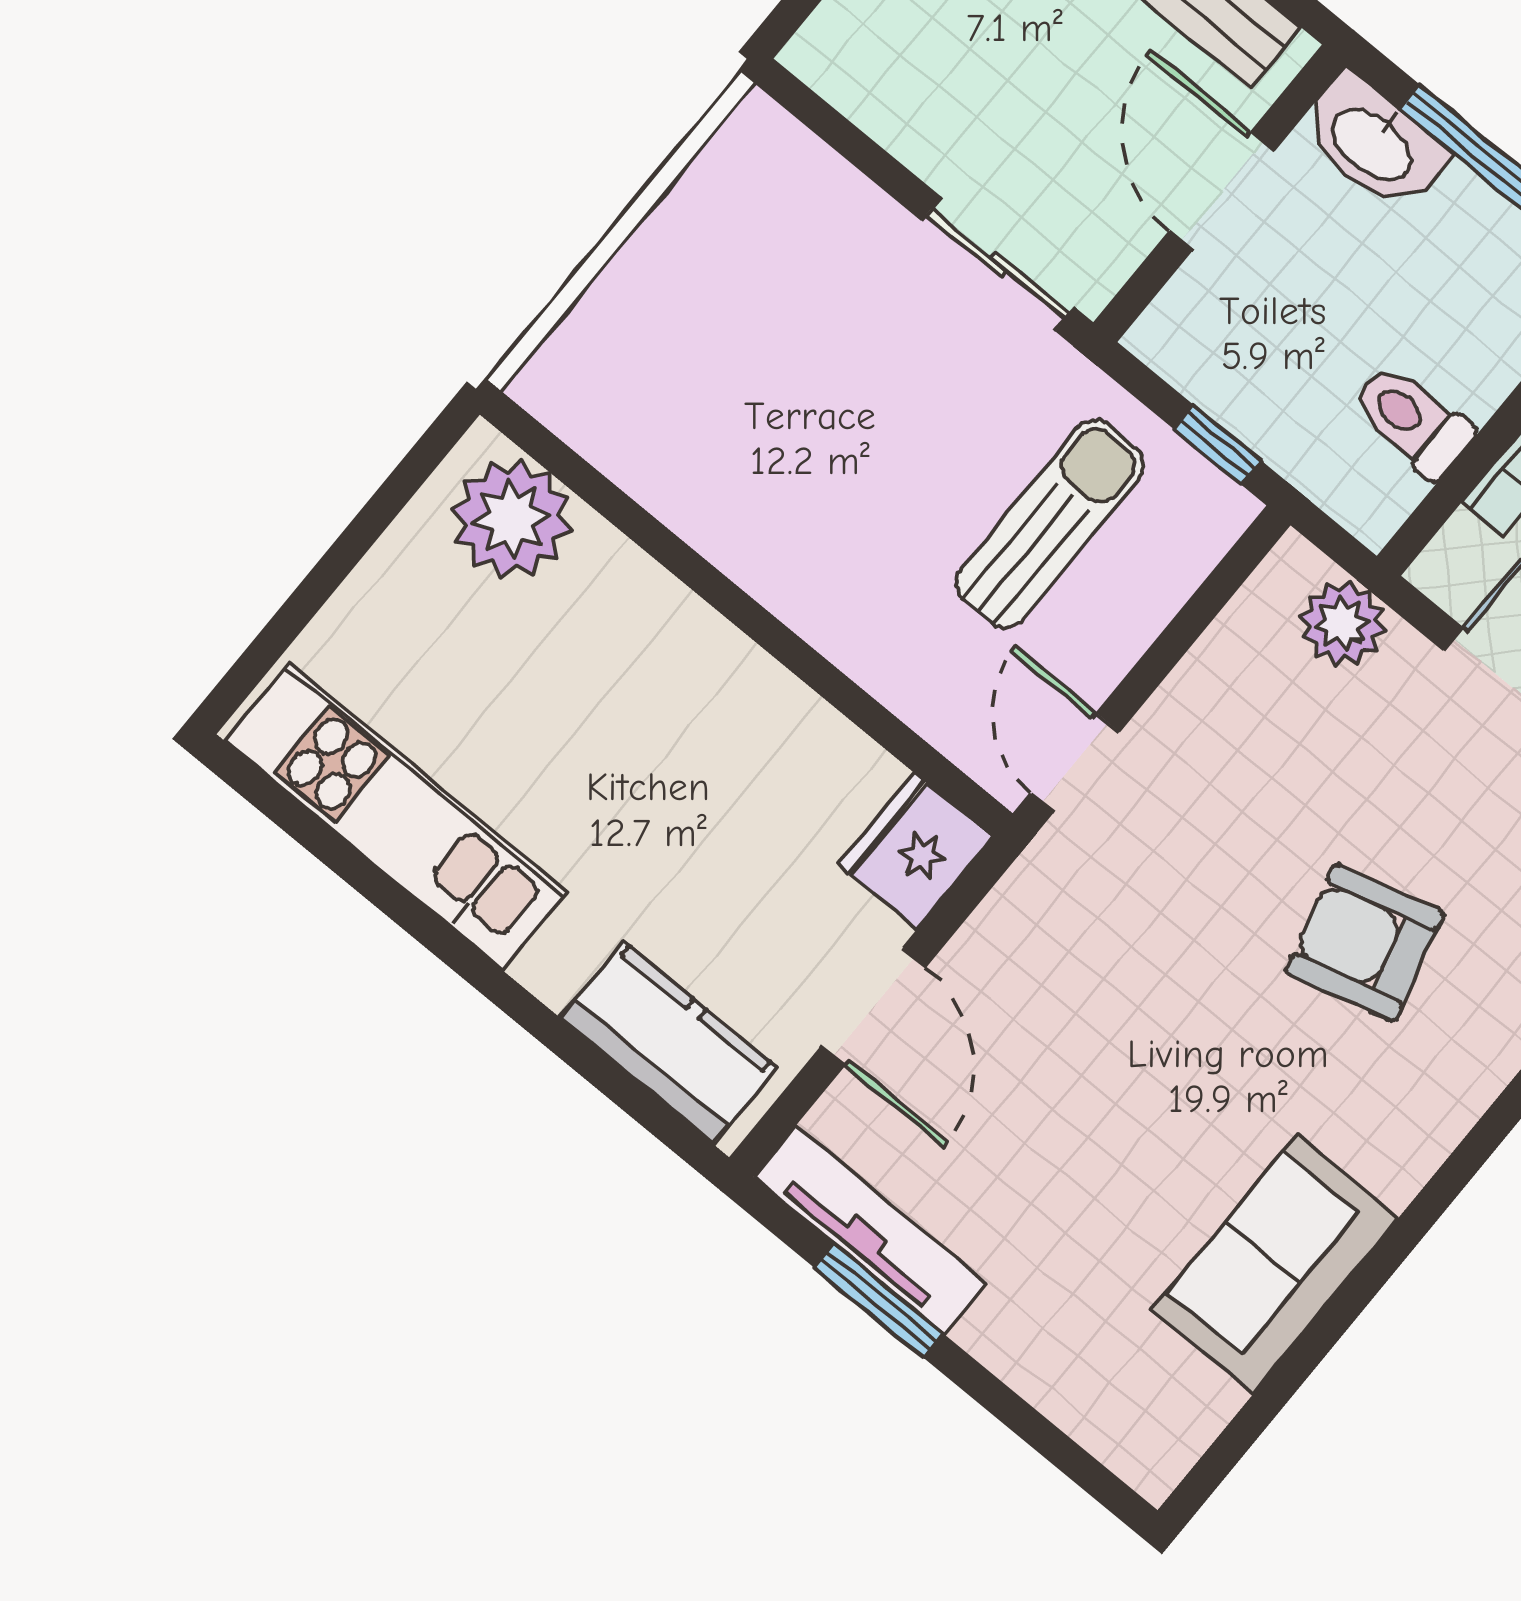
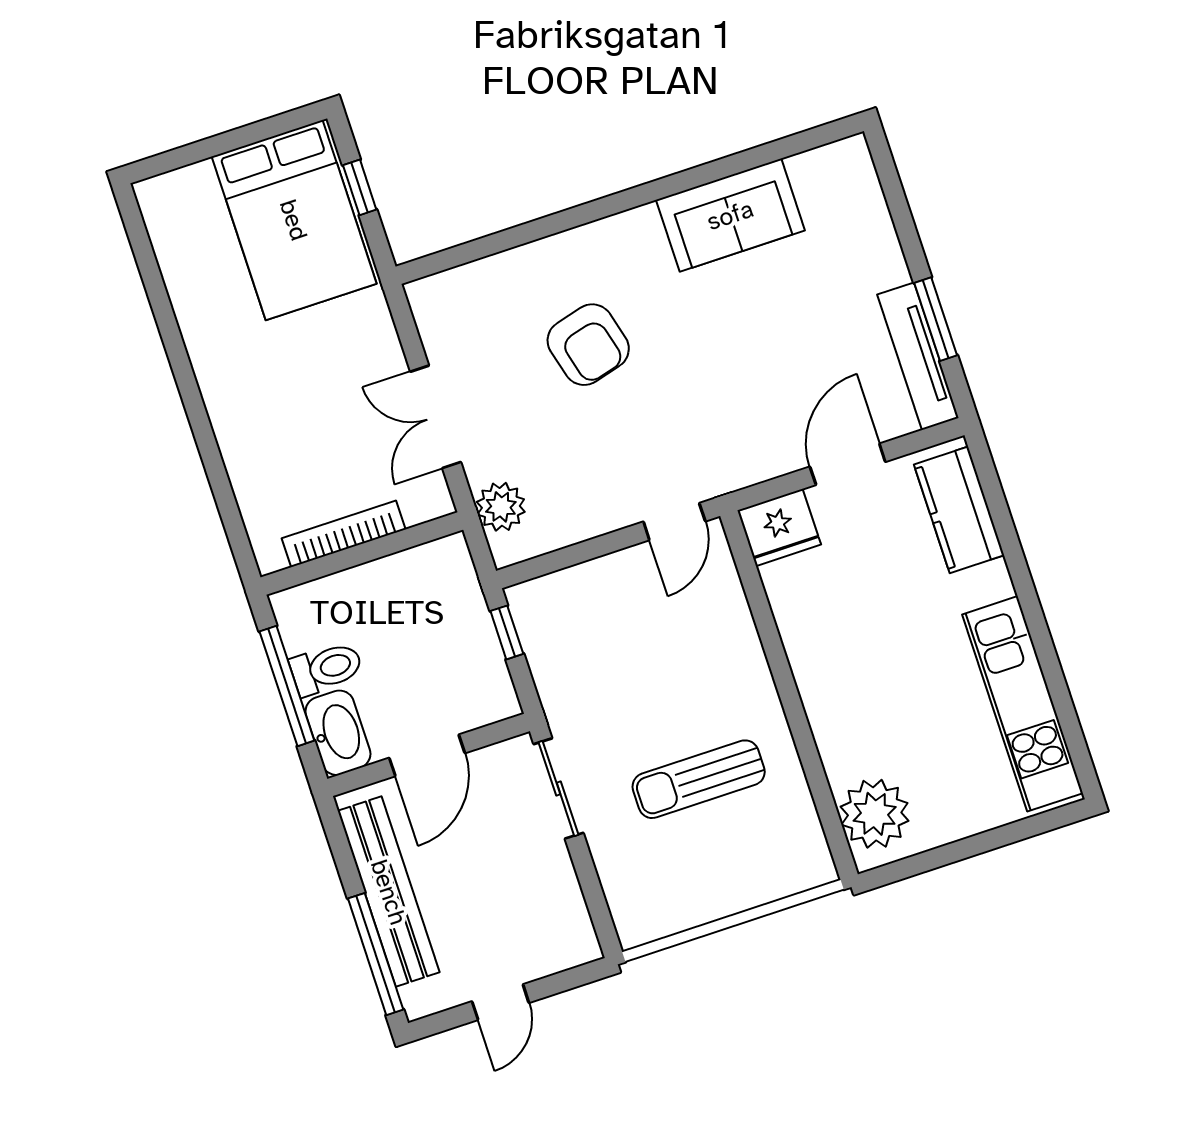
toilet: (1412, 421) -> (326, 668), moved, turned -90
sun lounger: (1050, 524) -> (699, 779), moved

